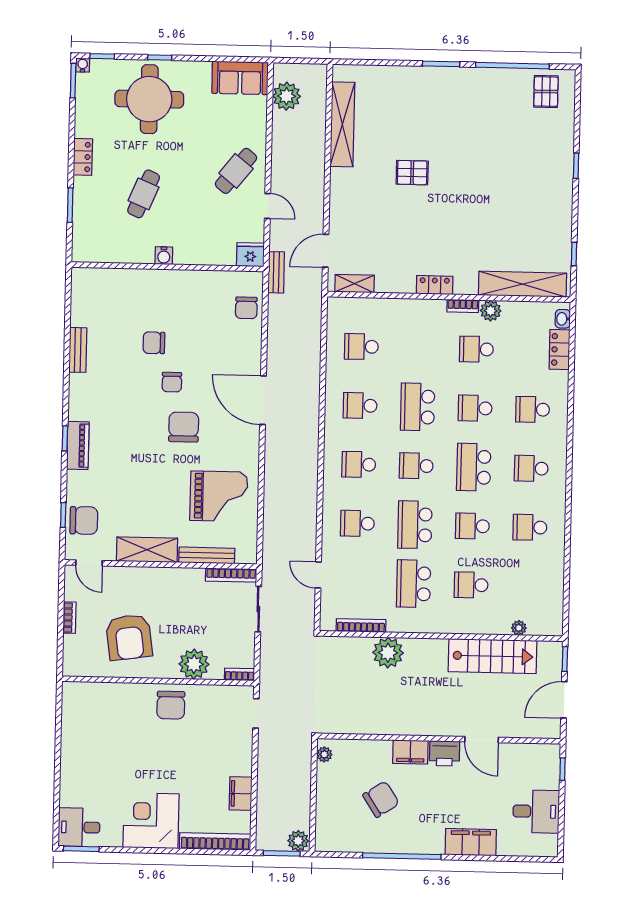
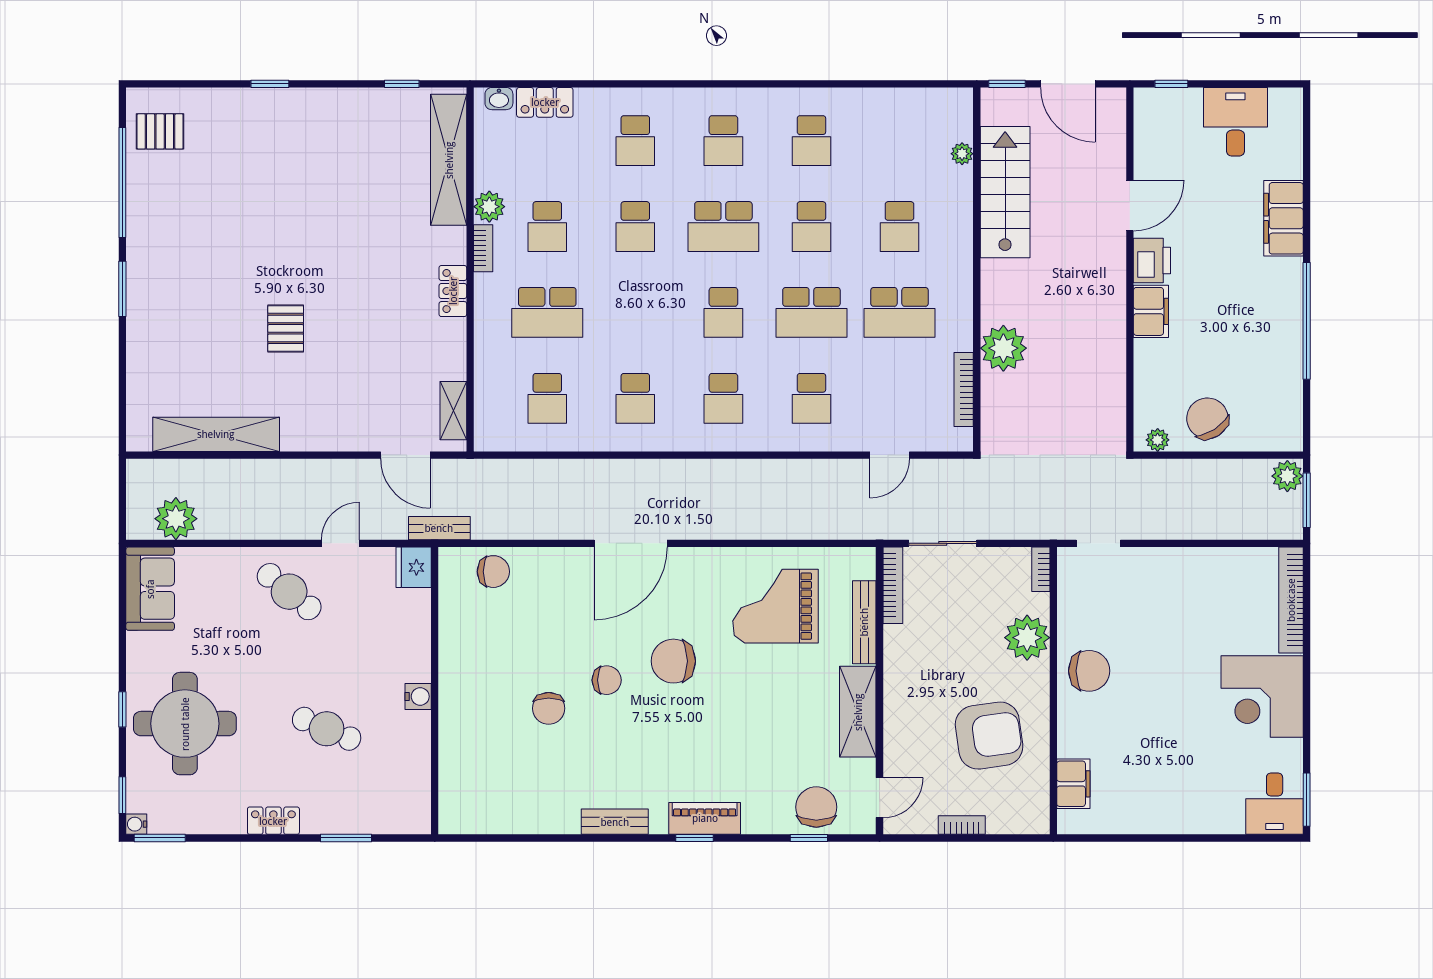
bench: (78, 350) -> (615, 822), moved
school desk: (418, 407) -> (547, 312), moved
grand piano: (219, 496) -> (775, 606), turned -90
filing cabinet: (241, 794) -> (1073, 784), moved, turned -90
chair: (381, 799) -> (1207, 418), moved

